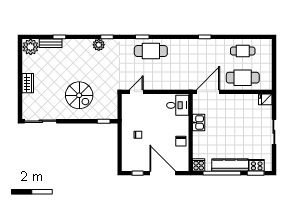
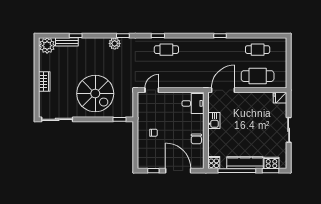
cafe table: (151, 51) -> (166, 50), width x0.73, depth x0.74
spiral stairs: (79, 95) -> (95, 94), width x1.37, depth x1.37

